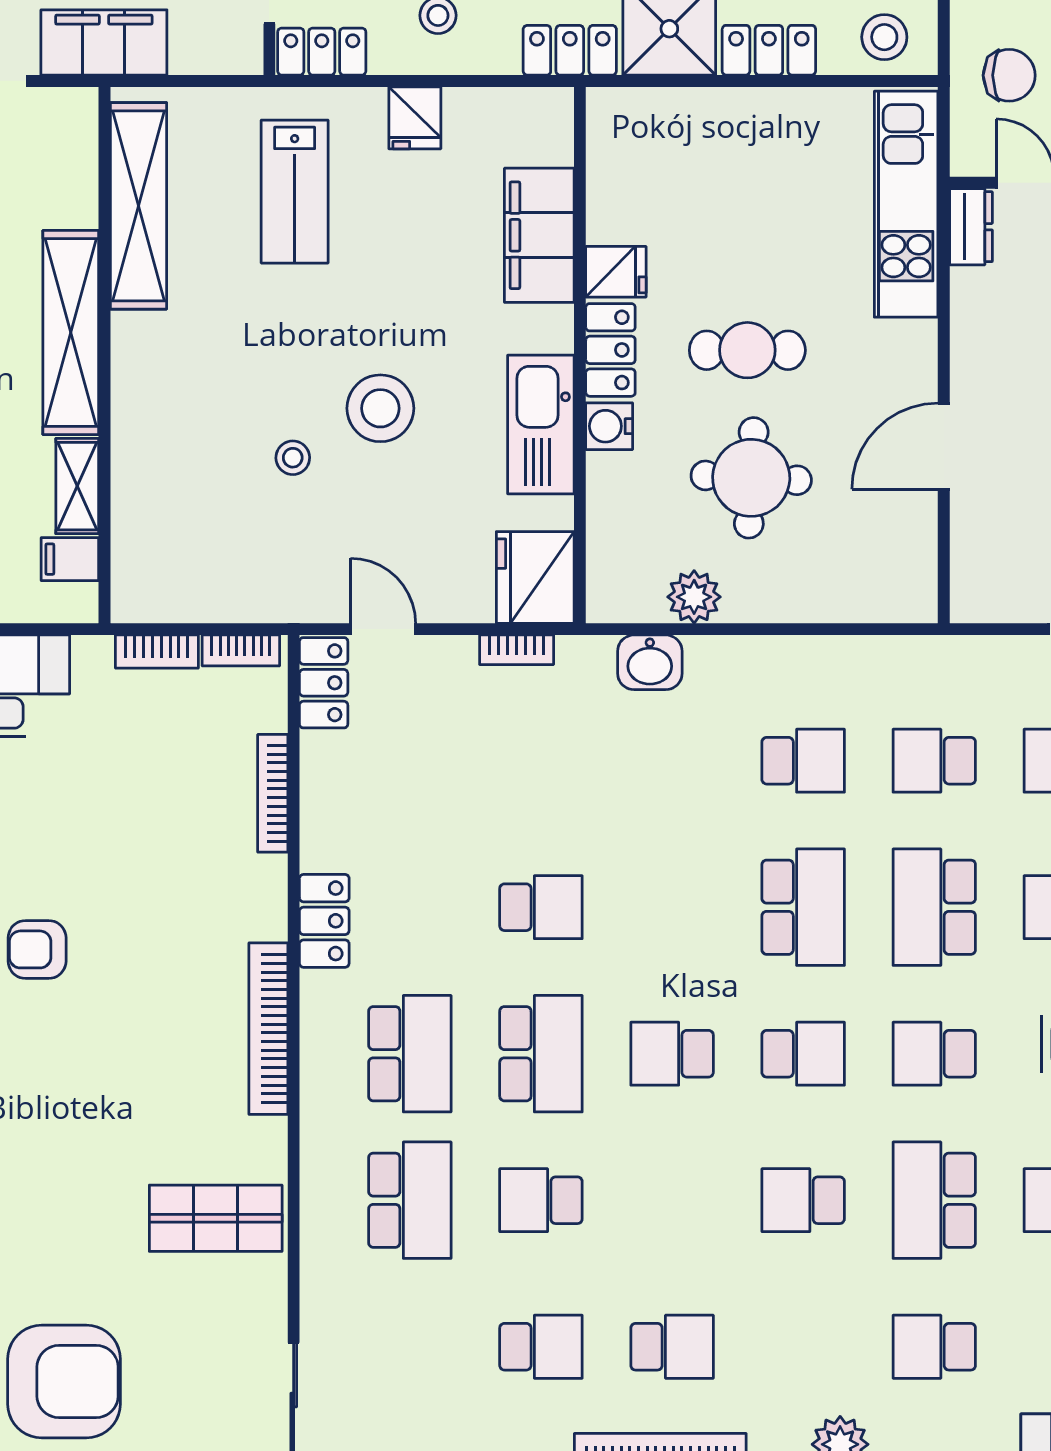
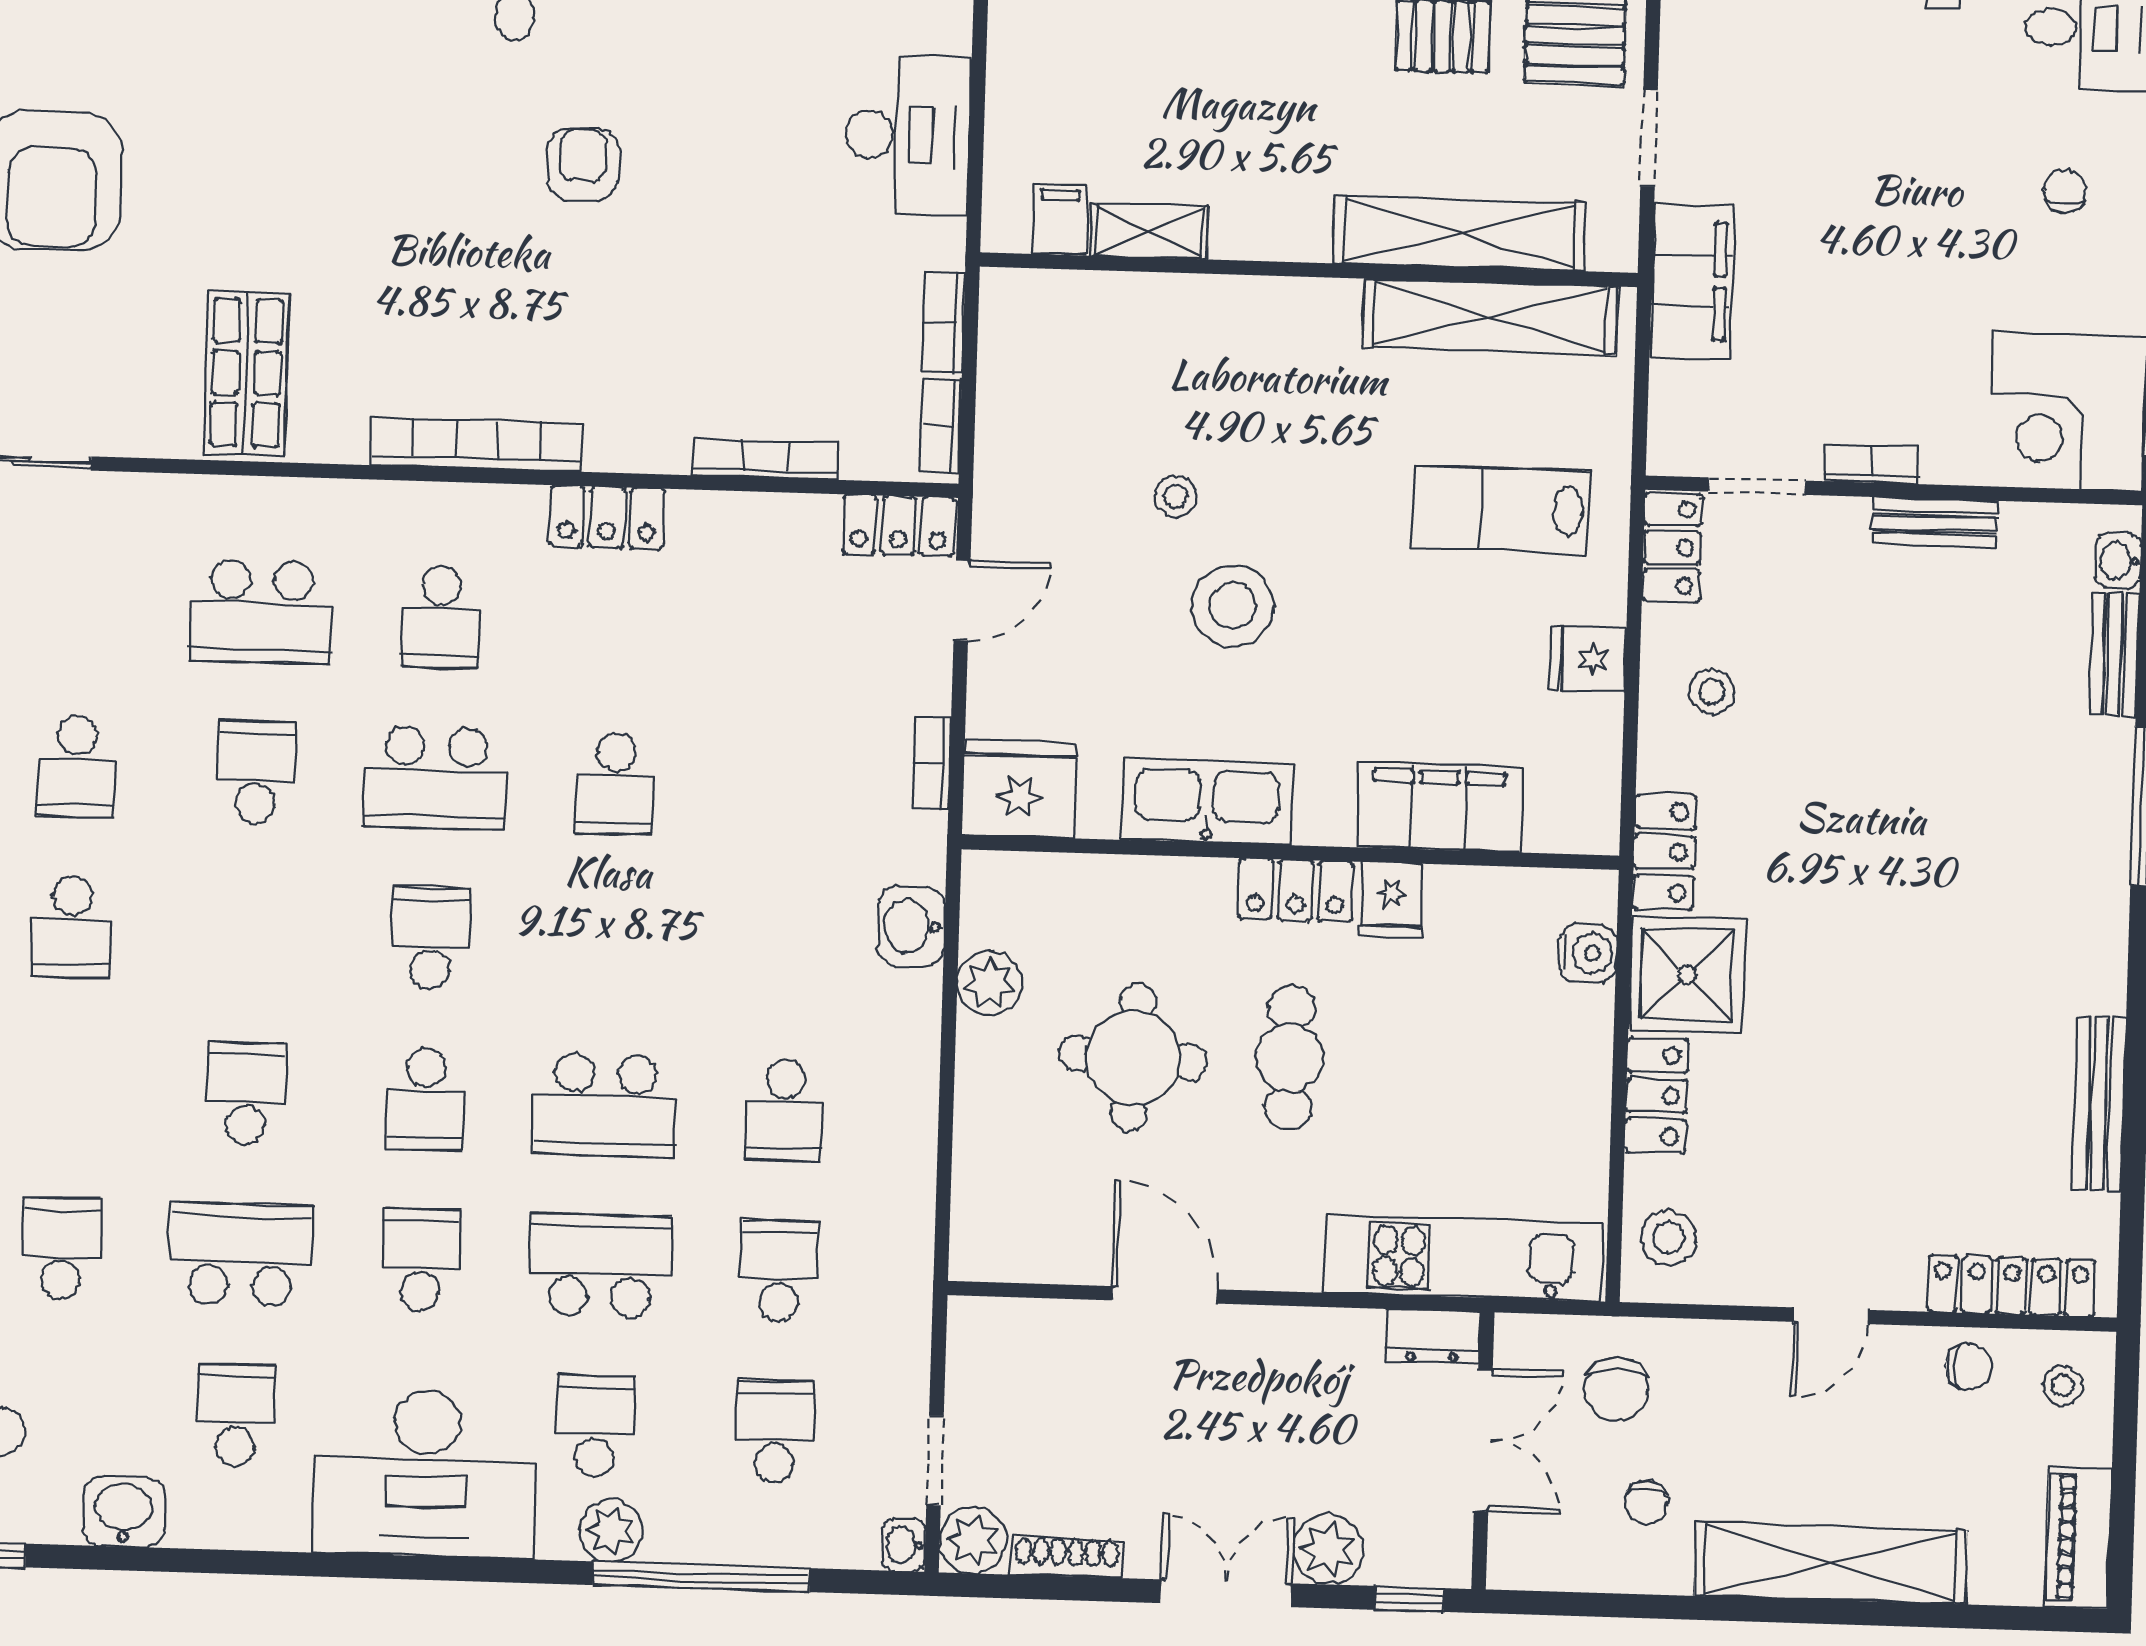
shelving: (71, 333) -> (1460, 233), moved
water cooler: (609, 426) -> (1588, 953), moved, turned 90
school desk: (410, 1054) -> (441, 617), width x0.54

